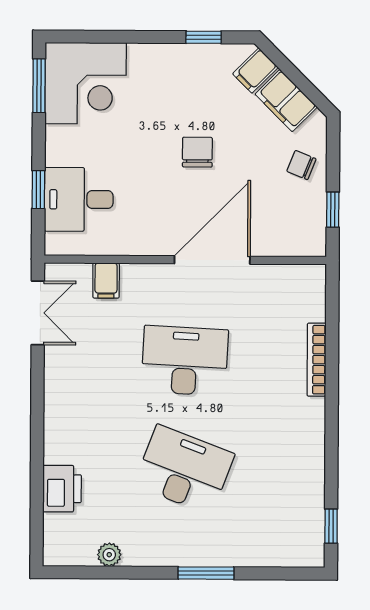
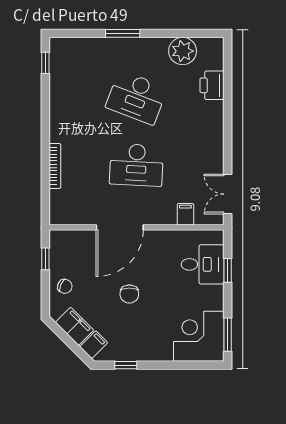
plant: (109, 555) -> (183, 51), width x1.88, depth x1.88

